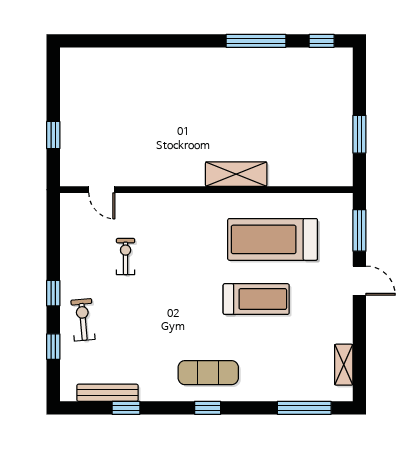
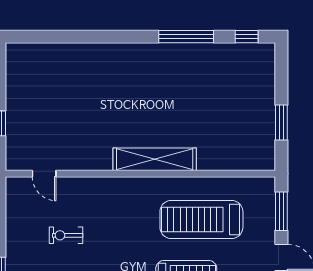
shelving: (236, 174) -> (155, 159), width x1.47
exercise bike: (126, 257) -> (66, 235), turned -90

